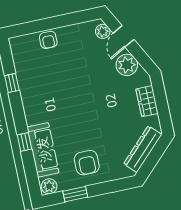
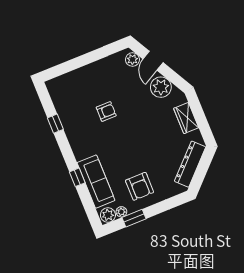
armchair: (48, 40) -> (106, 112), moved, turned -90
plant: (63, 186) -> (121, 212), added

